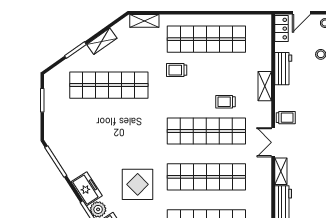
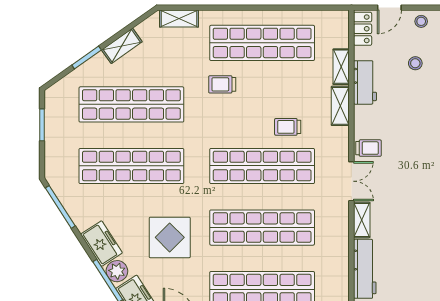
shelving: (265, 57) -> (341, 67), added
shop shelf: (109, 131) -> (131, 166), added
double door: (273, 142) -> (351, 181), swing flipped

